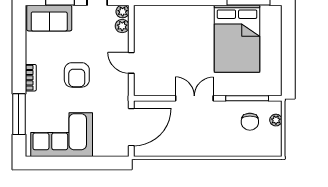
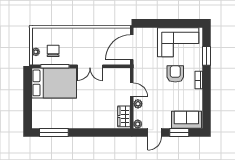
wardrobe: (143, 23) -> (124, 116), added
plant: (122, 26) -> (138, 104), moved
bed: (237, 39) -> (54, 83), moved, turned 90
armchair: (77, 75) -> (175, 74), moved
window: (19, 114) -> (206, 56), width x0.69

